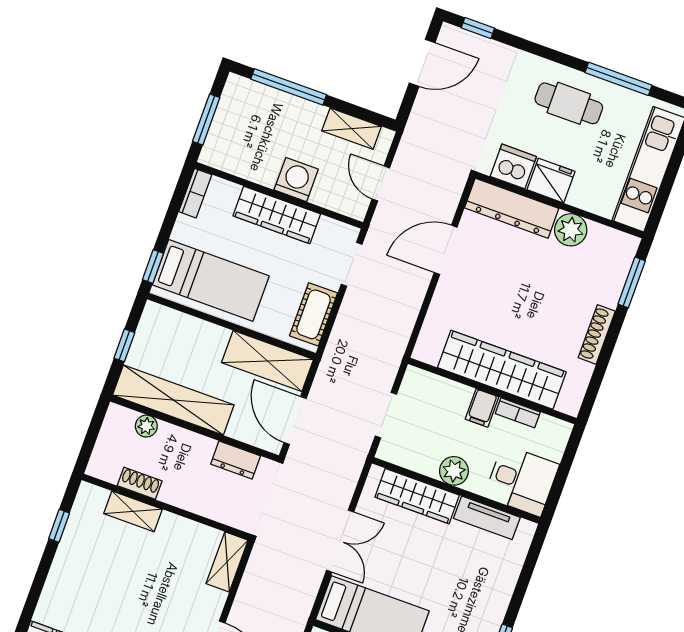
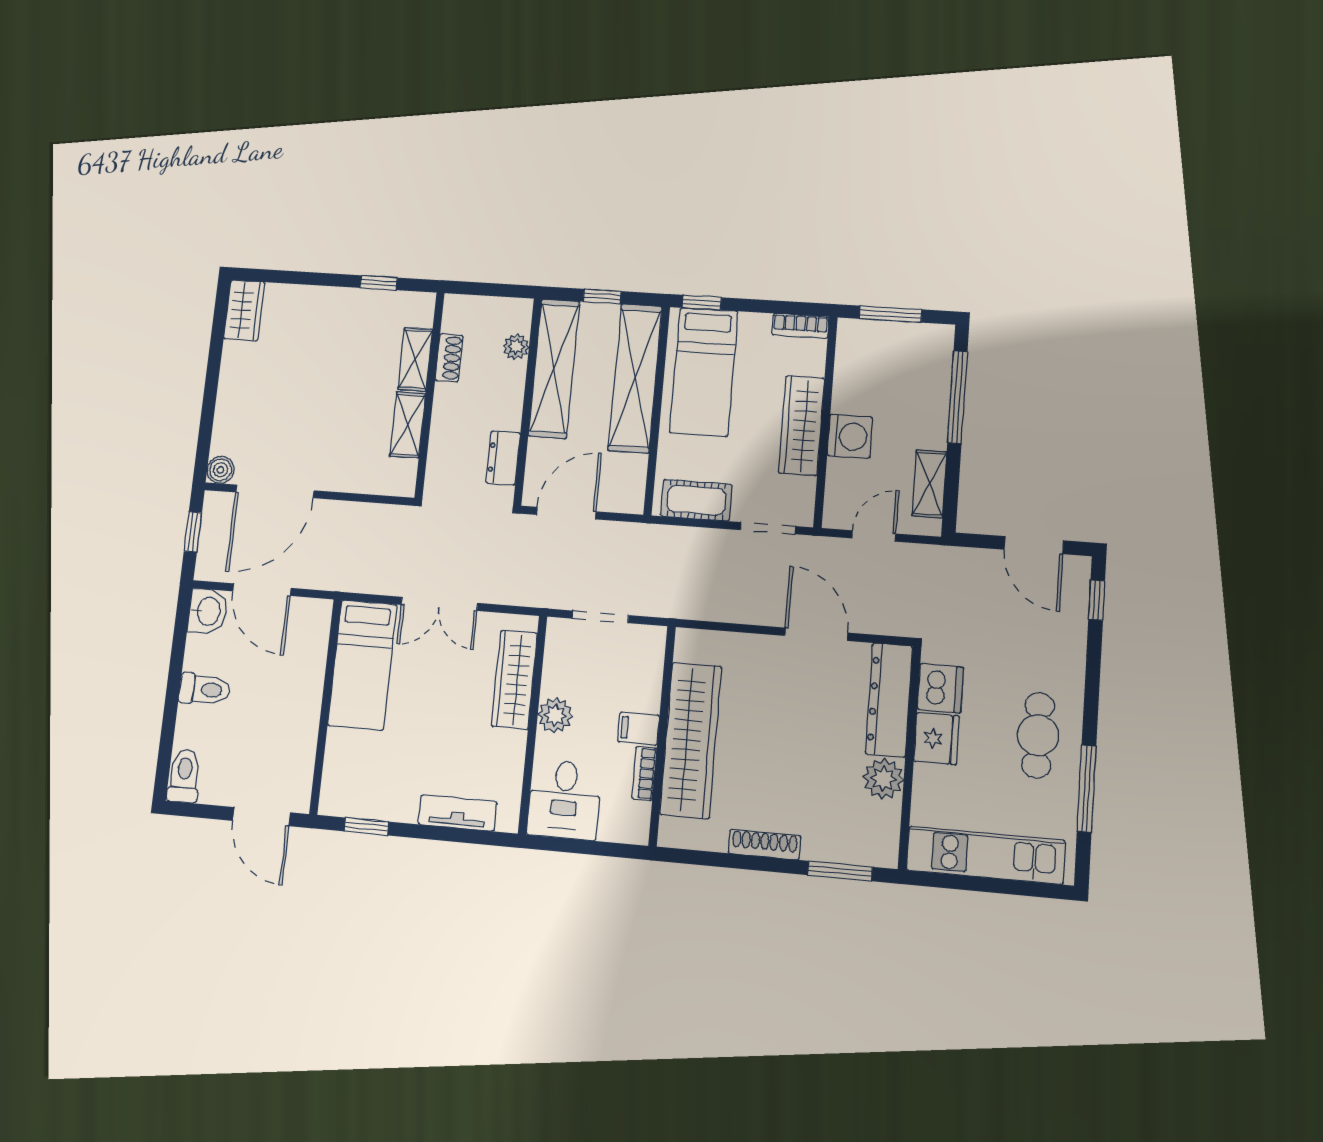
shelving: (267, 361) -> (635, 378), moved, width x1.47
tv unit: (487, 518) -> (458, 813), moved, turned 90
shelving: (227, 562) -> (408, 425), moved, turned 90

